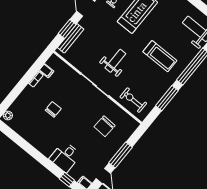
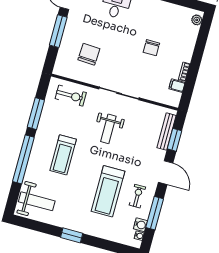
treadmill: (160, 56) -> (63, 155), turned -90

